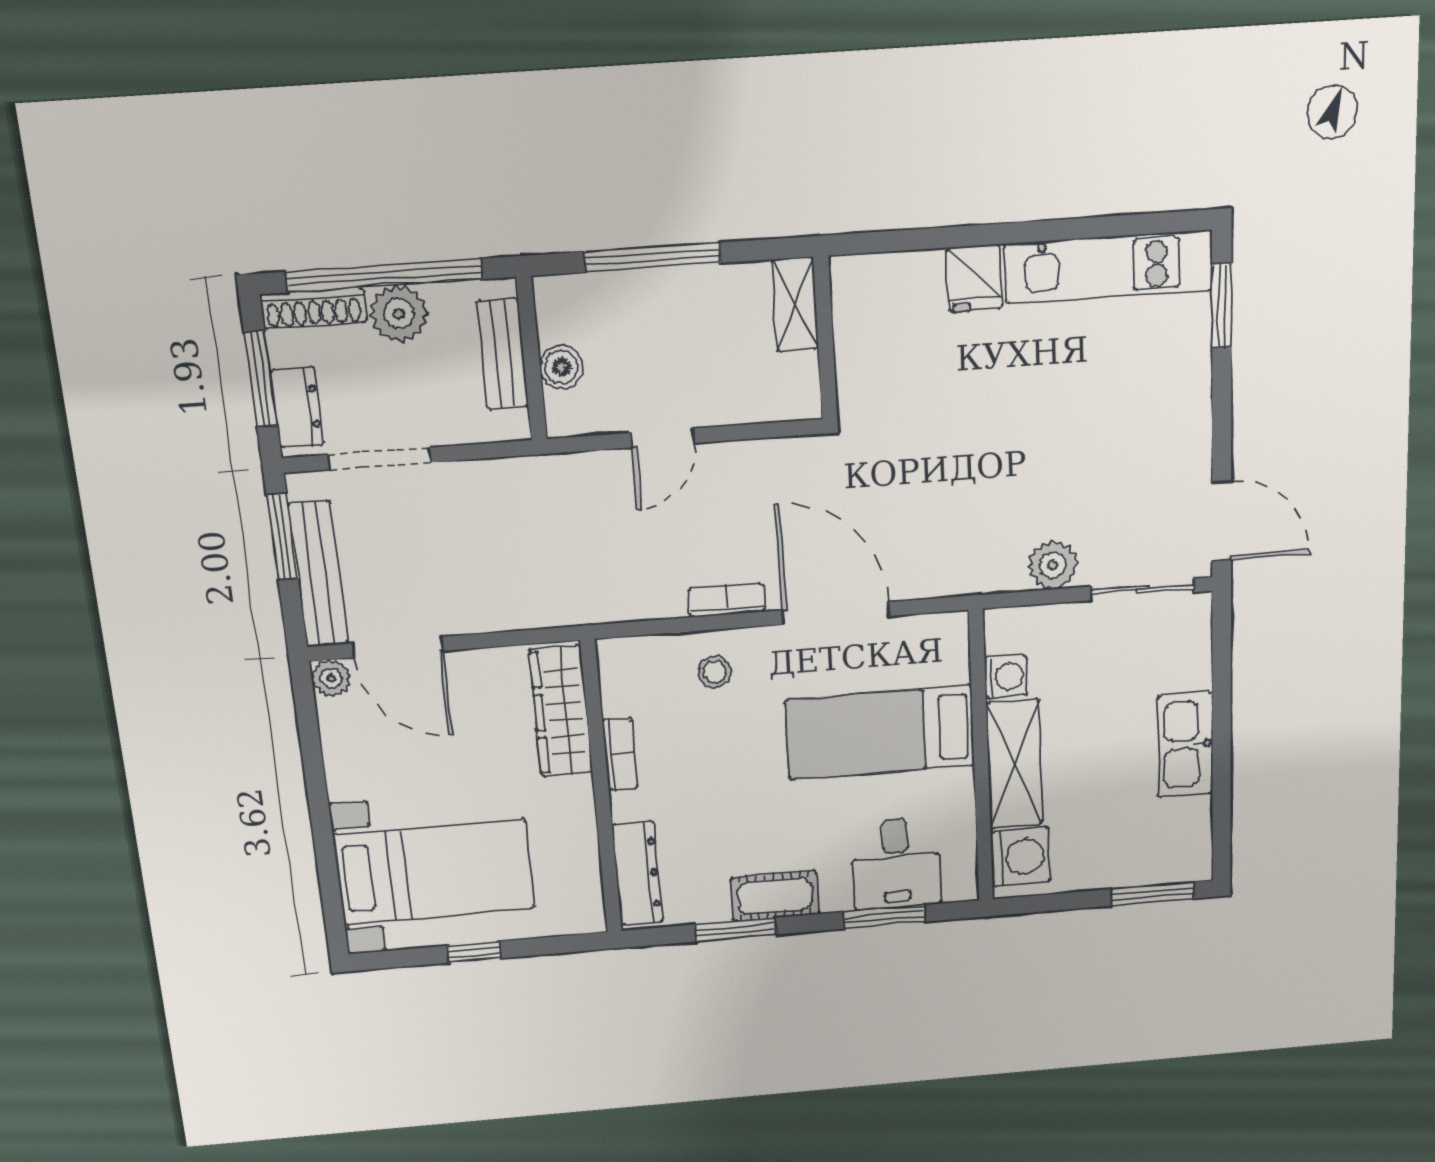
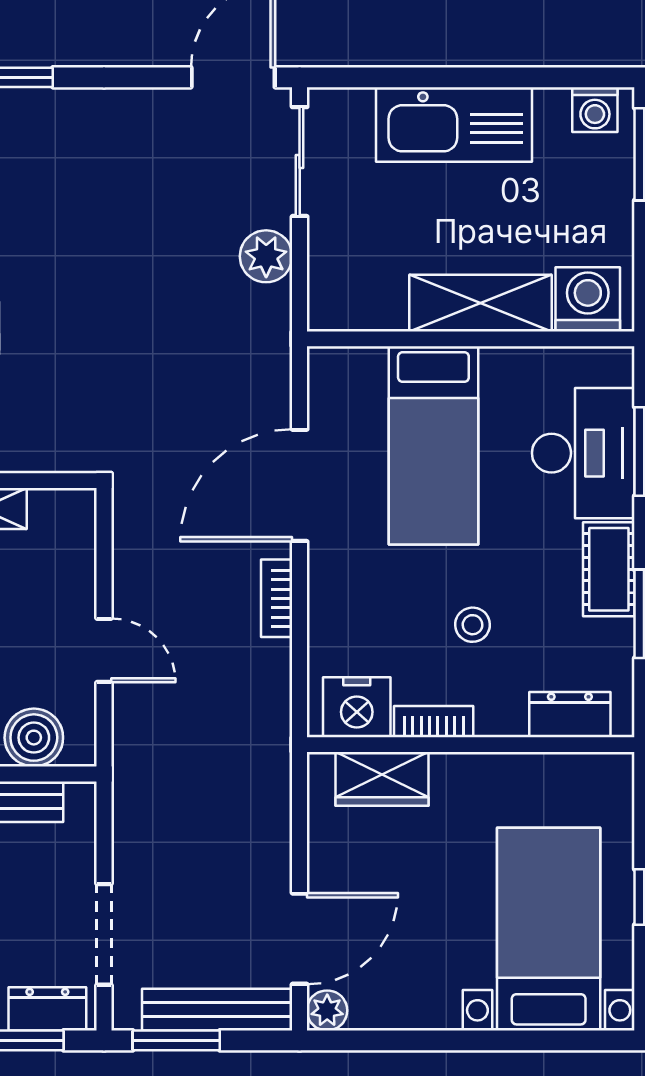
boiler: (561, 367) -> (34, 738), width x1.36, depth x1.36
stool: (715, 672) -> (473, 625), moved
washing machine: (1006, 677) -> (595, 110), moved, turned 180
nightstand: (628, 683) -> (357, 707), added
wardrobe: (561, 711) -> (382, 779), width x0.67
kitchen sink: (1185, 745) -> (454, 125), width x1.36, depth x1.24
desk: (896, 863) -> (583, 453), width x1.37
dresser: (637, 874) -> (570, 715), width x0.70

